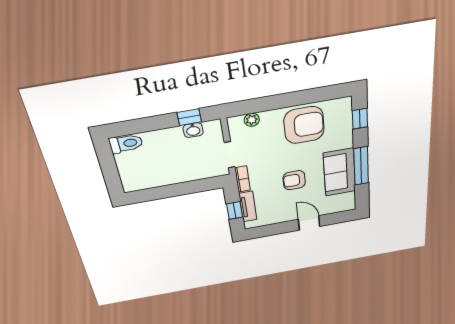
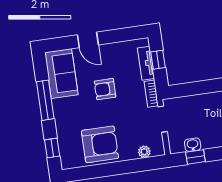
armchair: (304, 125) -> (100, 144), turned 180
sofa: (340, 172) -> (61, 74), moved
armchair: (294, 180) -> (105, 89), turned 180

